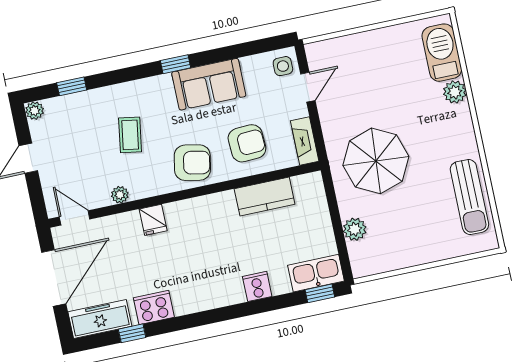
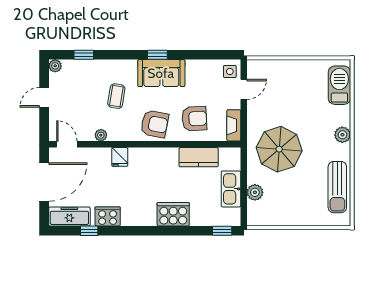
sofa: (209, 84) -> (161, 73), moved
plant: (455, 92) -> (342, 135), moved
kitchen sink: (316, 273) -> (231, 189), moved, turned -90
cooker: (257, 286) -> (173, 214), width x1.87, depth x1.31

